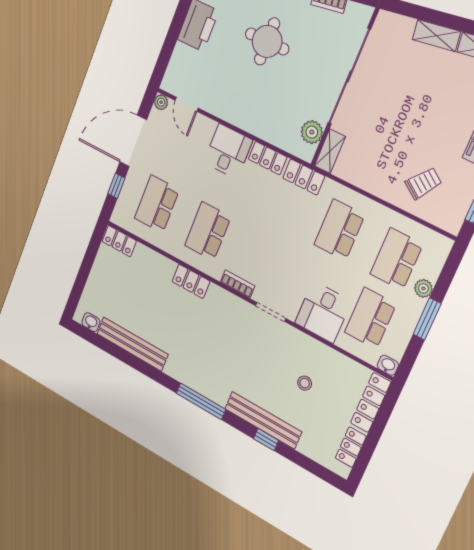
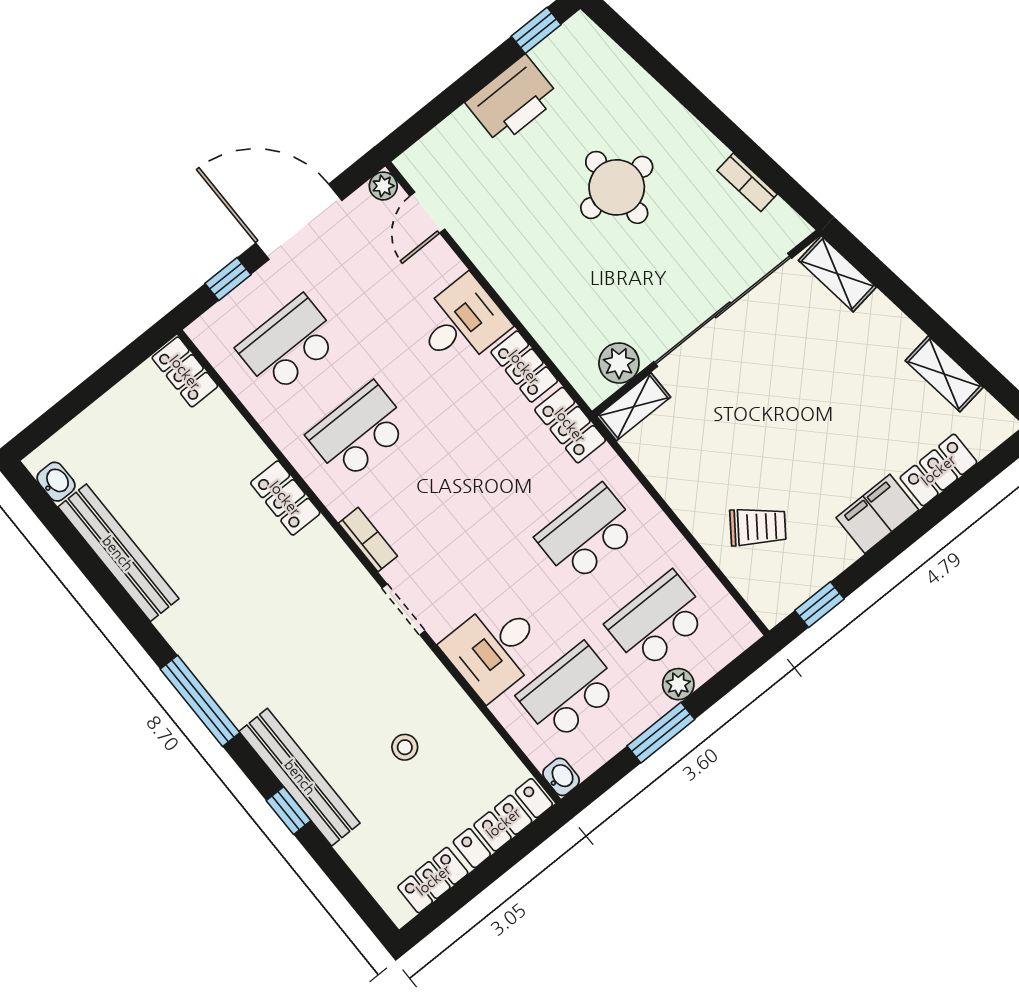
shelving: (436, 36) -> (837, 274), moved

